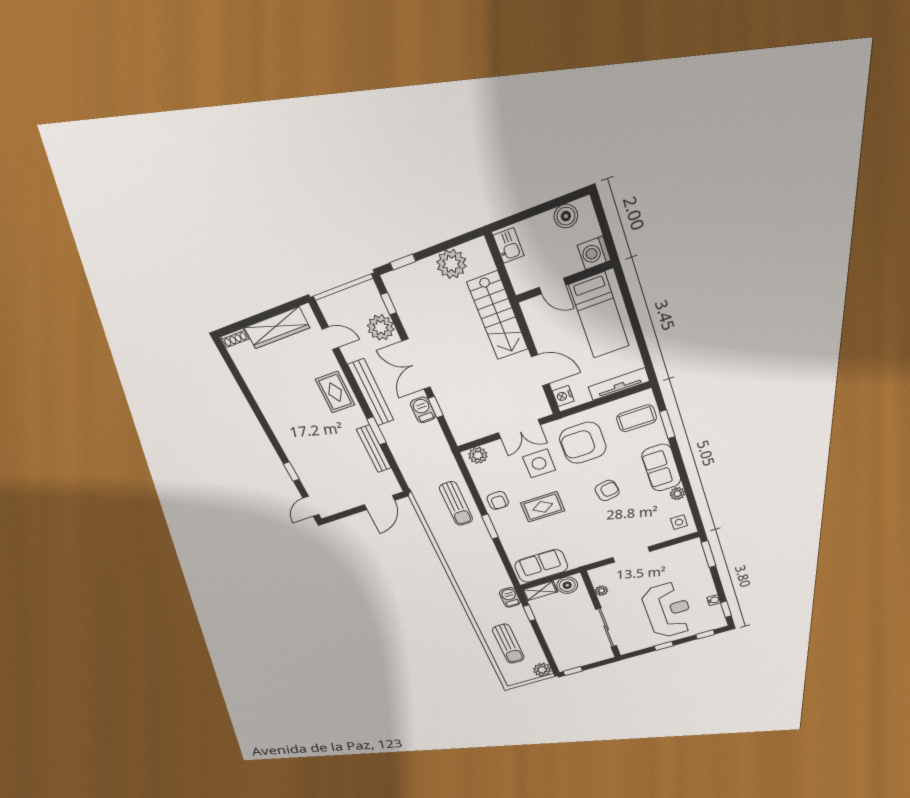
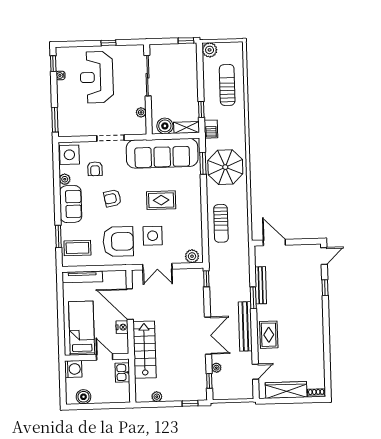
kitchen sink: (509, 246) -> (122, 373), moved
plant: (452, 264) -> (157, 397), width x0.53, depth x0.53
plant: (381, 327) -> (216, 368), width x0.53, depth x0.53
door: (330, 338) -> (255, 372), swing flipped
door: (540, 370) -> (130, 304), width x1.36
nightstand: (563, 396) -> (122, 327), moved
window: (436, 407) -> (206, 279), moved
barbecue: (423, 410) -> (216, 302), removed
double door: (519, 429) -> (157, 267), swing flipped
armchair: (498, 501) -> (95, 169), moved, turned 180
door: (380, 503) -> (274, 243), hinge flipped
sun lounger: (456, 504) -> (221, 223), turned 180
side table: (679, 522) -> (69, 155), width x1.87, depth x1.87
window: (490, 527) -> (203, 163), moved
parasol: (476, 564) -> (225, 167), added
sofa: (541, 566) -> (162, 153), width x1.85, depth x1.27
window: (705, 634) -> (74, 44), removed

